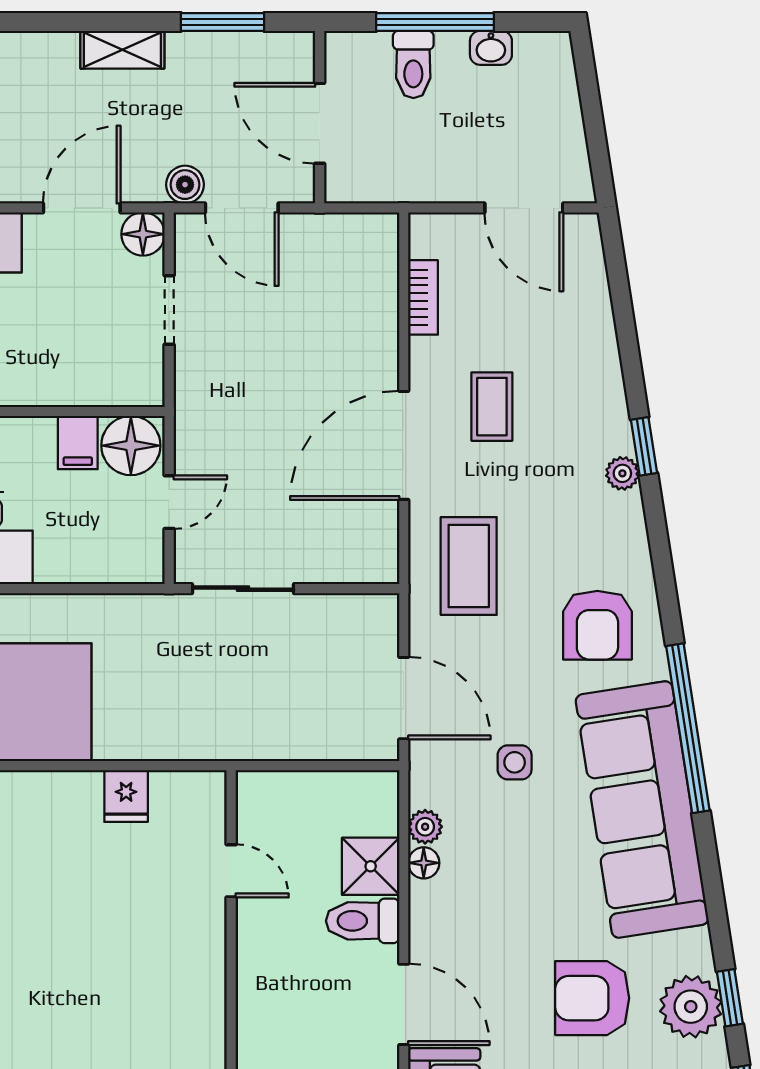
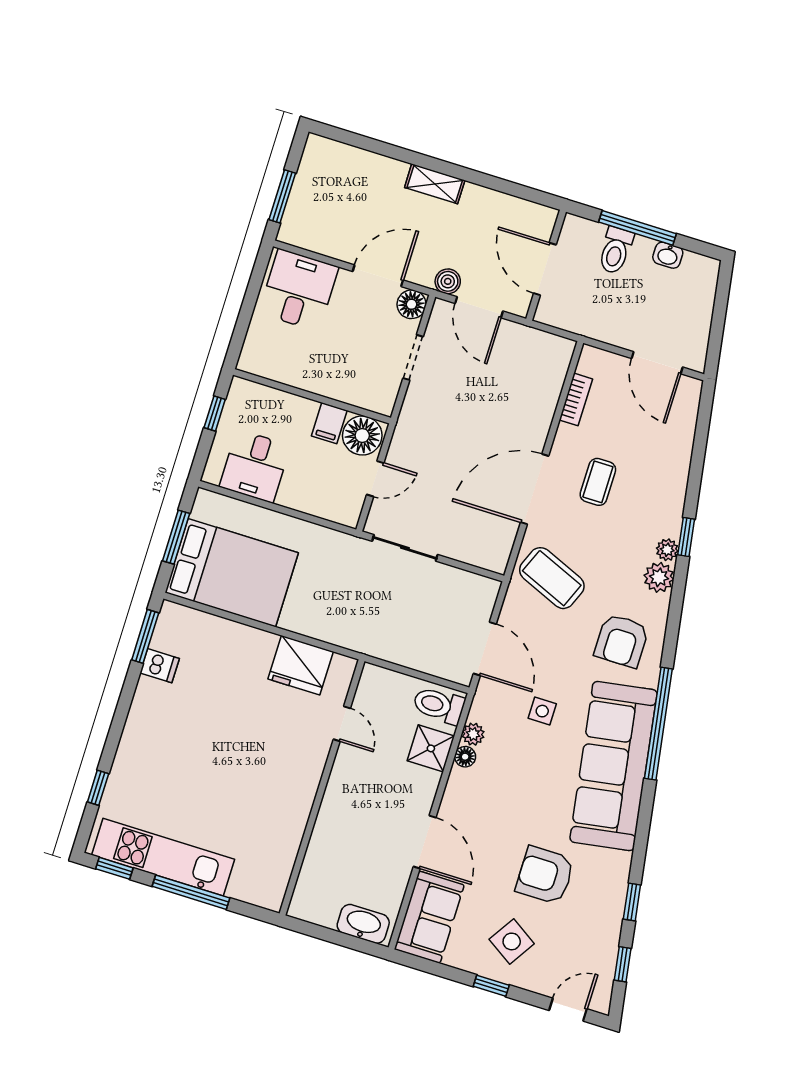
window: (222, 22) -> (503, 186), removed
coffee table: (469, 566) -> (552, 578), turned -67
fridge: (126, 796) -> (301, 665), width x1.88, depth x1.34
toilet: (363, 921) -> (439, 705), moved
plant: (691, 1007) -> (659, 577), moved, width x0.73, depth x0.73

